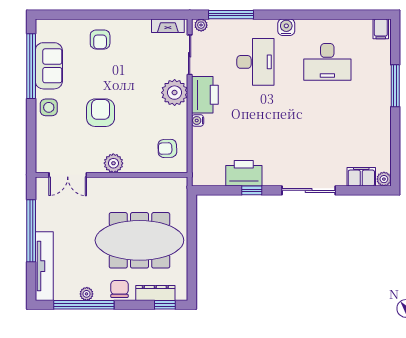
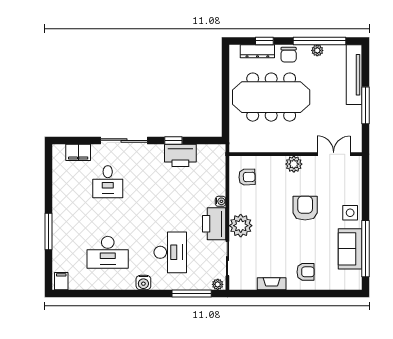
fireplace: (168, 26) -> (272, 284), moved
armchair: (100, 39) -> (305, 272), turned 90
desk: (255, 62) -> (170, 252), turned 180
desk: (327, 62) -> (108, 252), turned 180
armchair: (101, 113) -> (305, 208), turned 180
desk: (327, 143) -> (108, 182), added
plant: (384, 179) -> (58, 150), removed
window: (31, 231) -> (365, 105), width x0.68
window: (165, 305) -> (264, 41), moved

